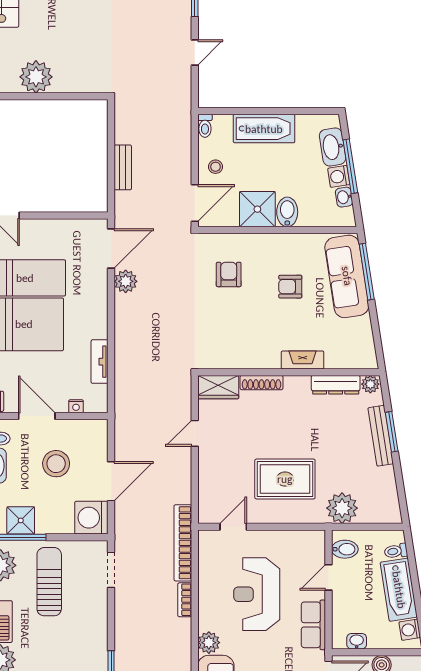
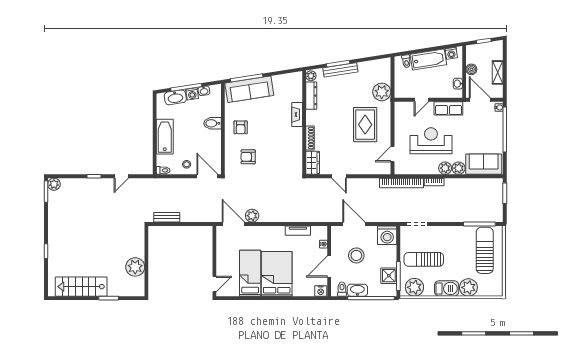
door: (195, 52) -> (121, 176), swing flipped
bench: (123, 167) -> (167, 217), moved
shower: (257, 209) -> (211, 140), removed
armchair: (290, 287) -> (241, 127), moved
door: (111, 481) -> (354, 224), moved
door: (233, 527) -> (392, 154), hinge flipped
bidet: (345, 549) -> (405, 90), removed
door: (328, 577) -> (421, 100), hinge flipped
reception desk: (257, 594) -> (431, 141), turned 180
plant: (209, 619) -> (445, 168), added

